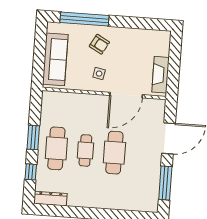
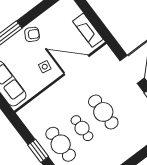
armchair: (99, 44) -> (32, 34), moved
door: (126, 95) -> (77, 65), swing flipped

